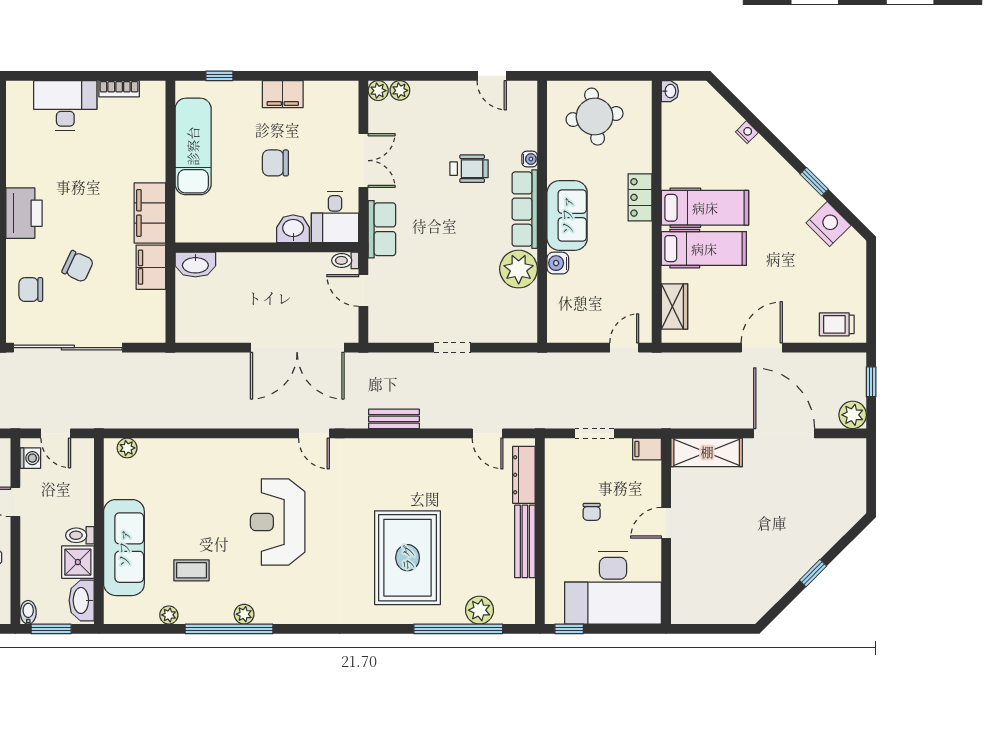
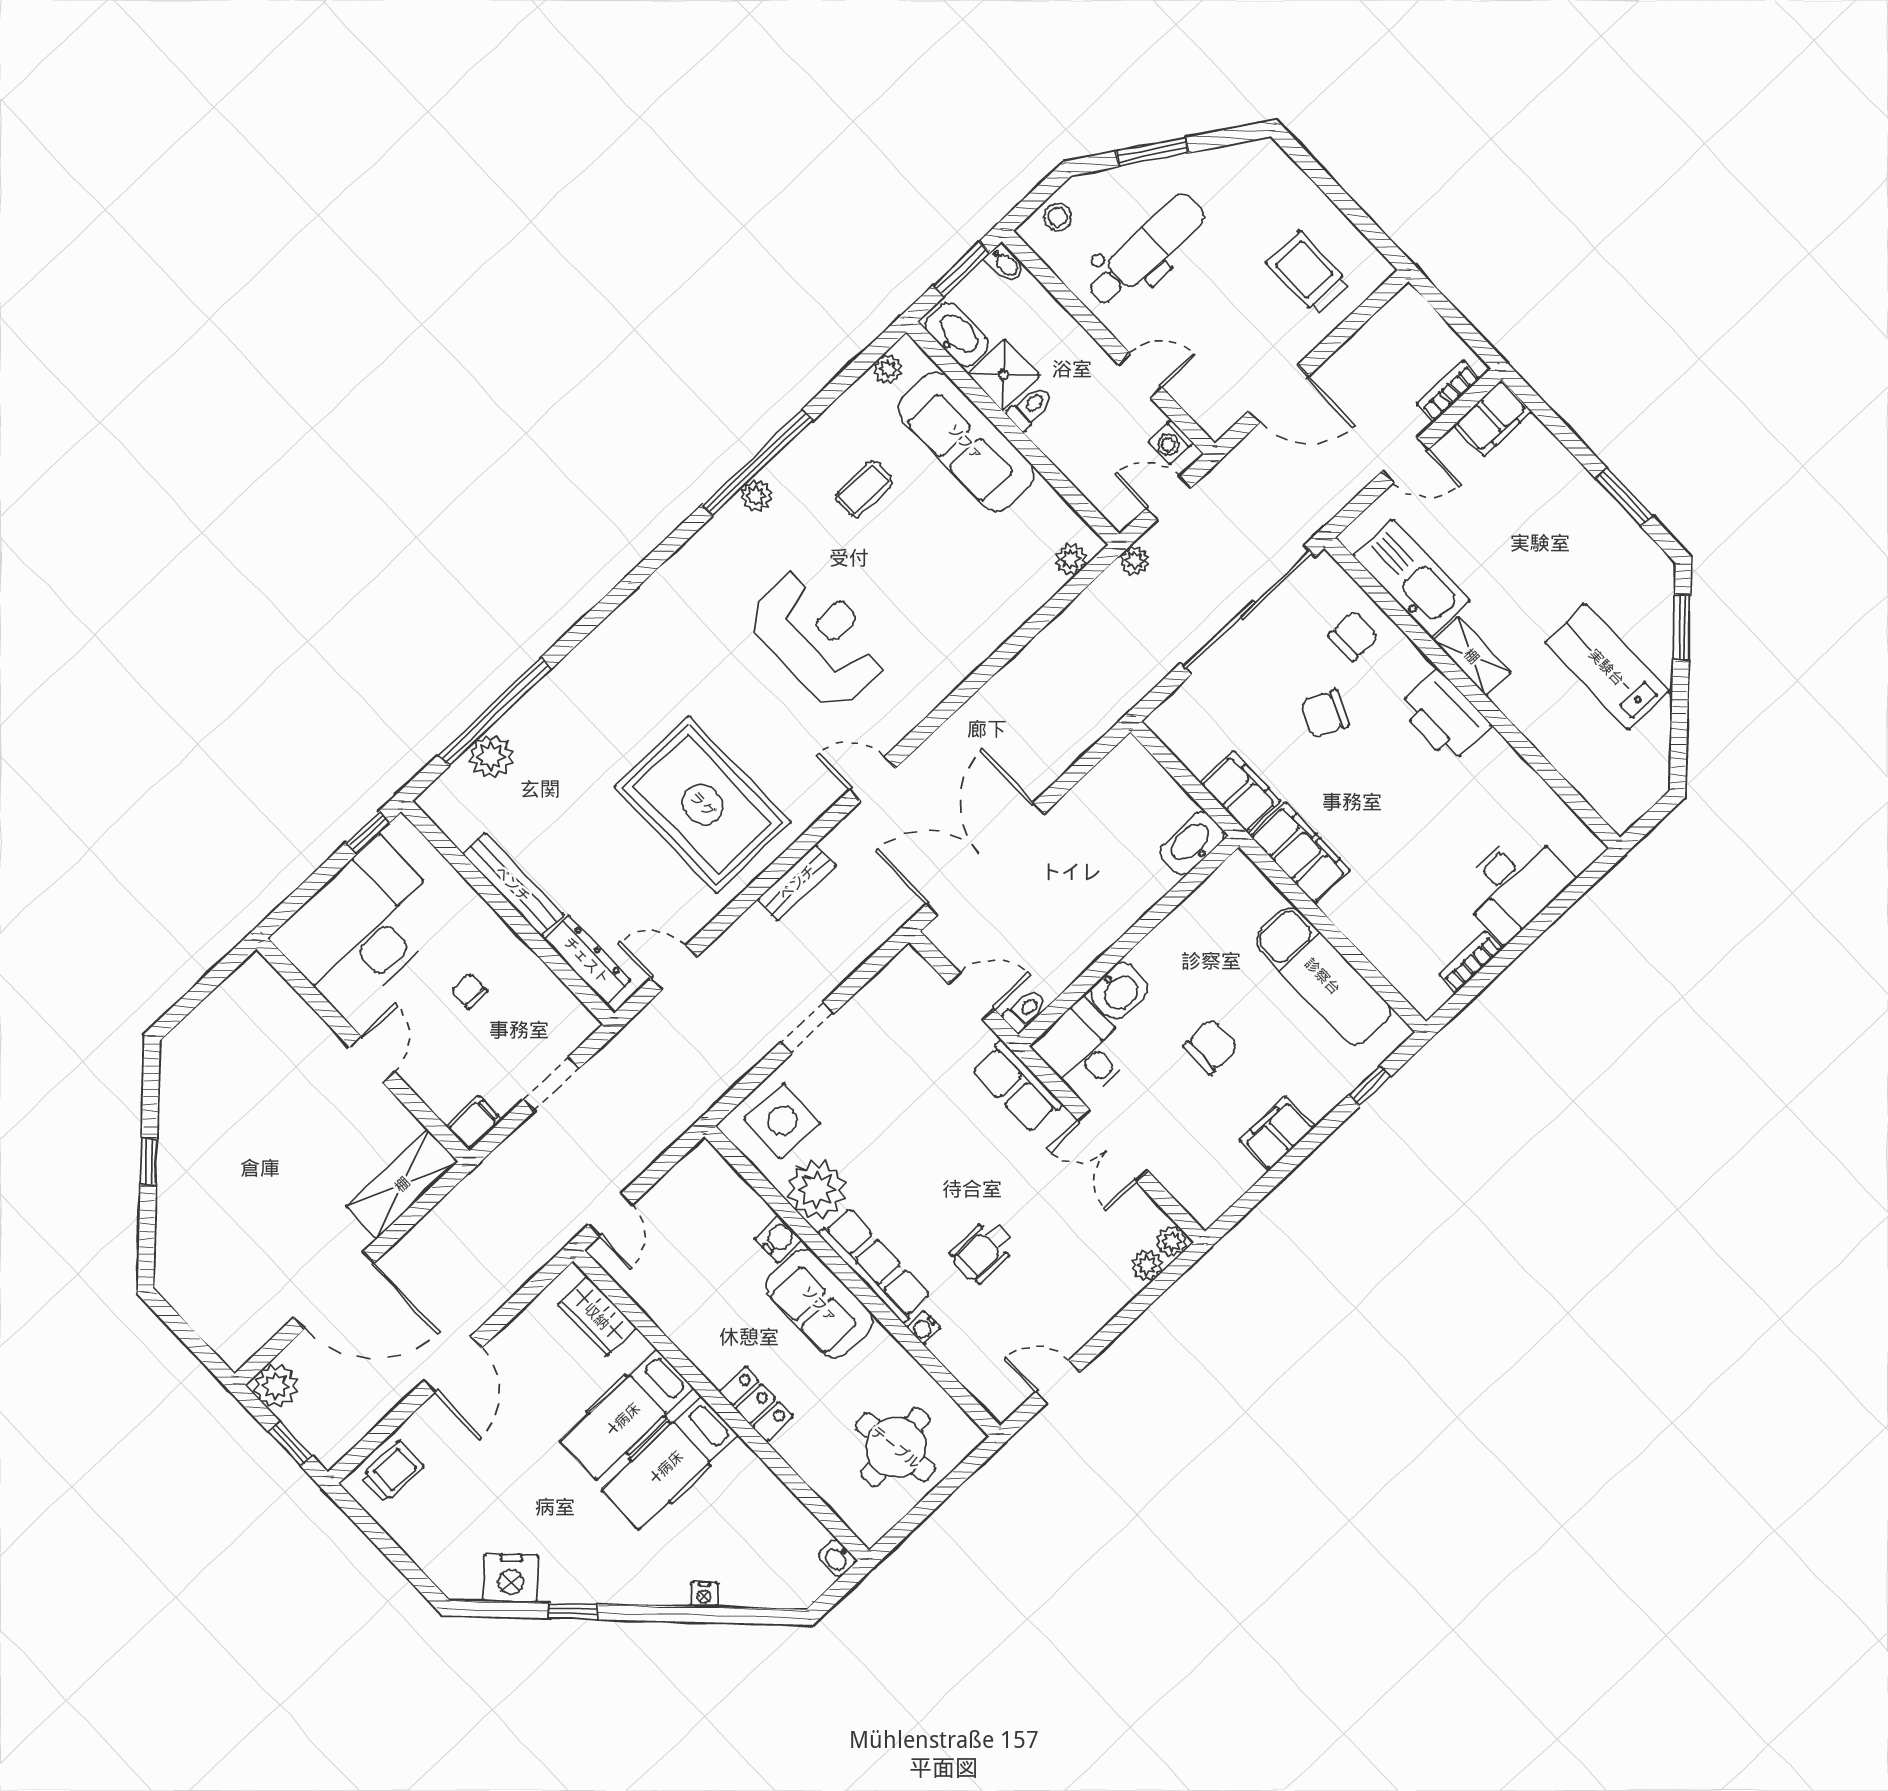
side table: (504, 316) -> (782, 1121), added
plant: (98, 419) -> (1135, 561), added
rug: (408, 558) -> (703, 804), moved
plant: (169, 615) -> (888, 369), moved

